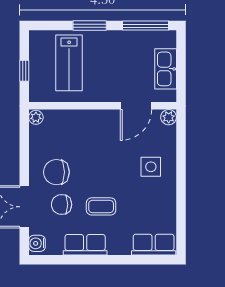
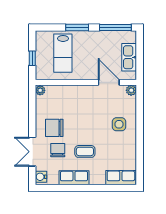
door: (136, 106) -> (109, 82), swing flipped
chair: (62, 205) -> (58, 150), turned 90

